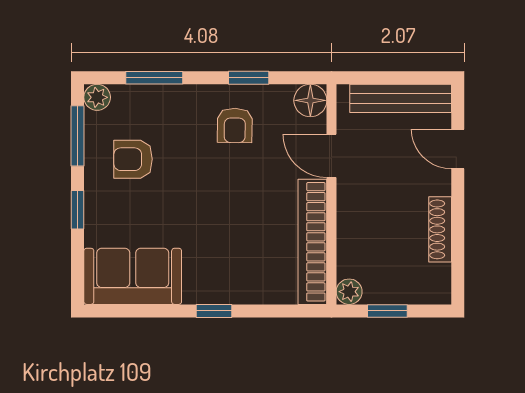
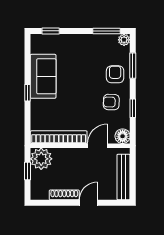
door: (458, 149) -> (88, 203), moved
armchair: (133, 159) -> (115, 74), moved
window: (78, 210) -> (51, 31), moved
sofa: (133, 276) -> (43, 76), moved
plant: (349, 292) -> (41, 159), width x1.87, depth x1.87

